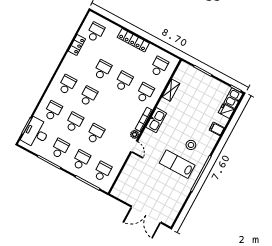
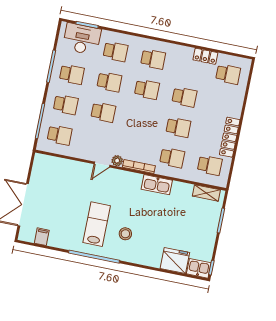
locker: (133, 40) -> (230, 137), moved
shelving: (171, 90) -> (206, 193), moved
fridge: (226, 111) -> (175, 261), width x1.88, depth x1.34
kitchen sink: (156, 120) -> (157, 185), moved
filing cabinet: (217, 129) -> (42, 237), moved

